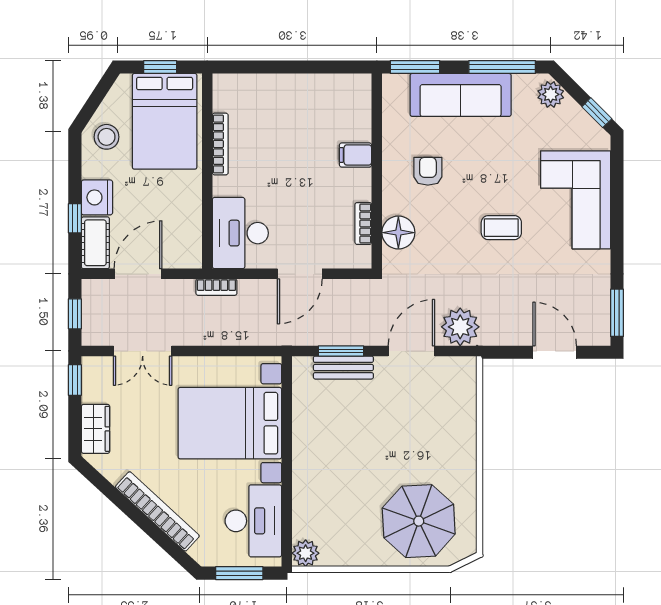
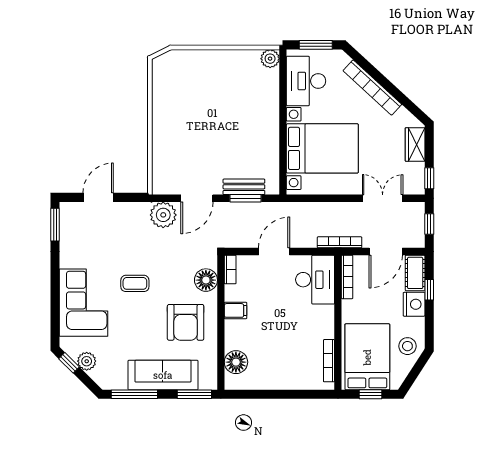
plant: (551, 94) -> (87, 361), moved
floor lamp: (355, 114) -> (236, 362), added
bookcase: (220, 144) -> (329, 361), moved
filing cabinet: (356, 155) -> (236, 310), moved
armchair: (428, 171) -> (186, 322), width x1.88, depth x1.88
bookcase: (363, 223) -> (230, 269), moved
bookcase: (194, 237) -> (347, 277), added
bookcase: (216, 287) -> (340, 242), width x1.56
door: (555, 352) -> (98, 197), swing flipped
parasol: (419, 521) -> (192, 81), removed

